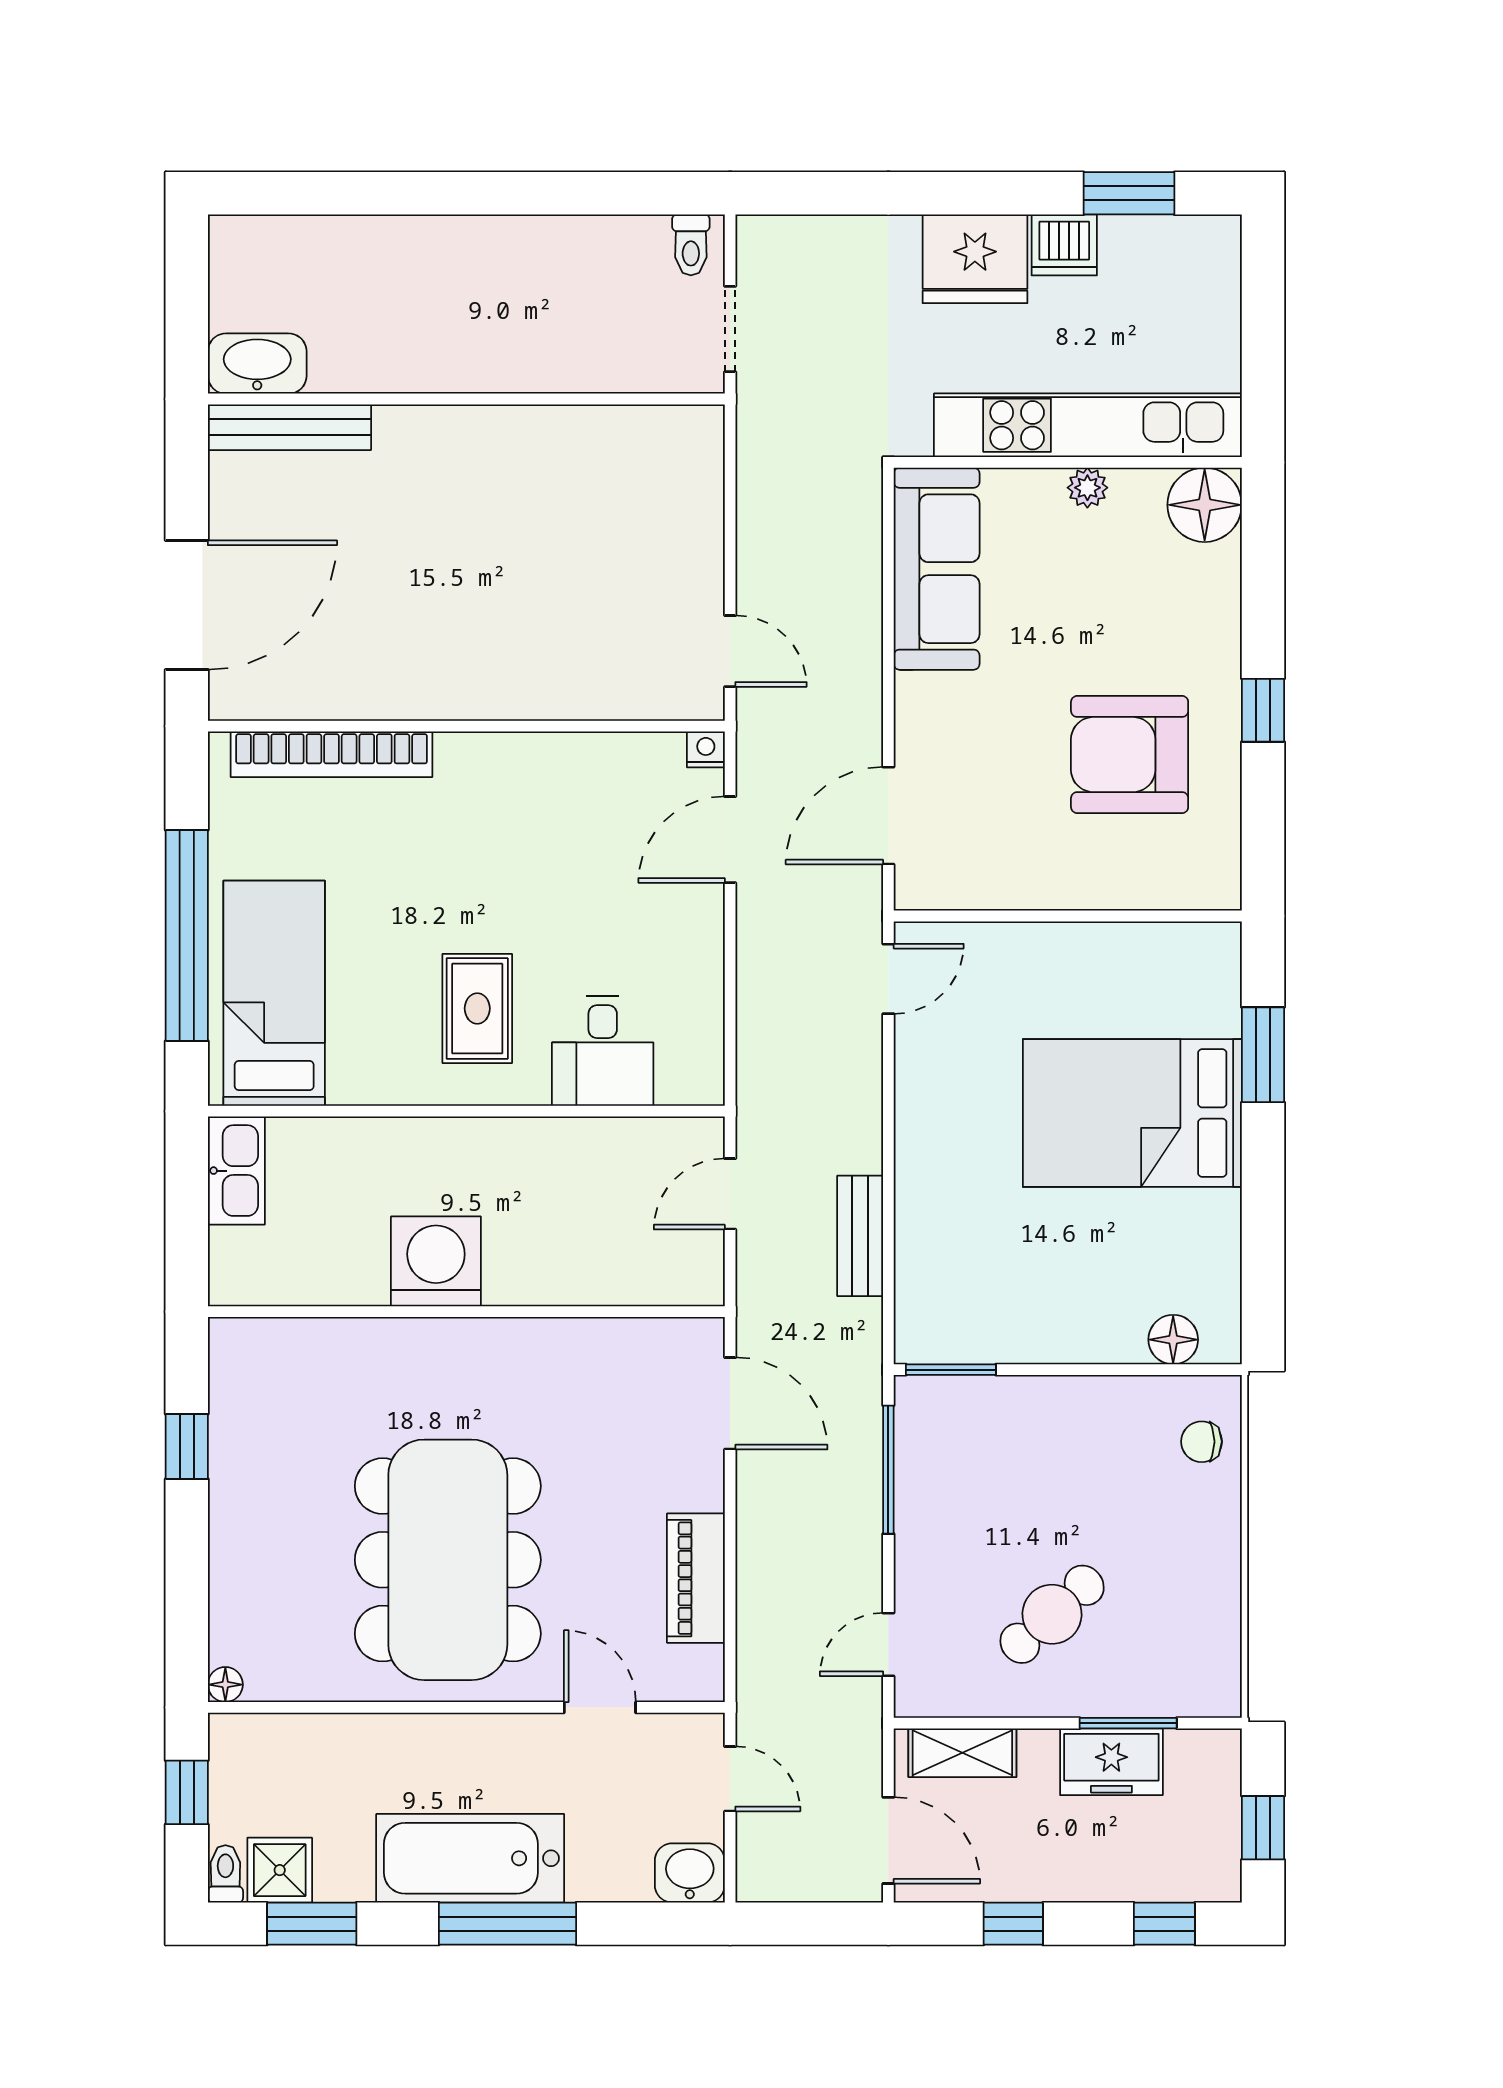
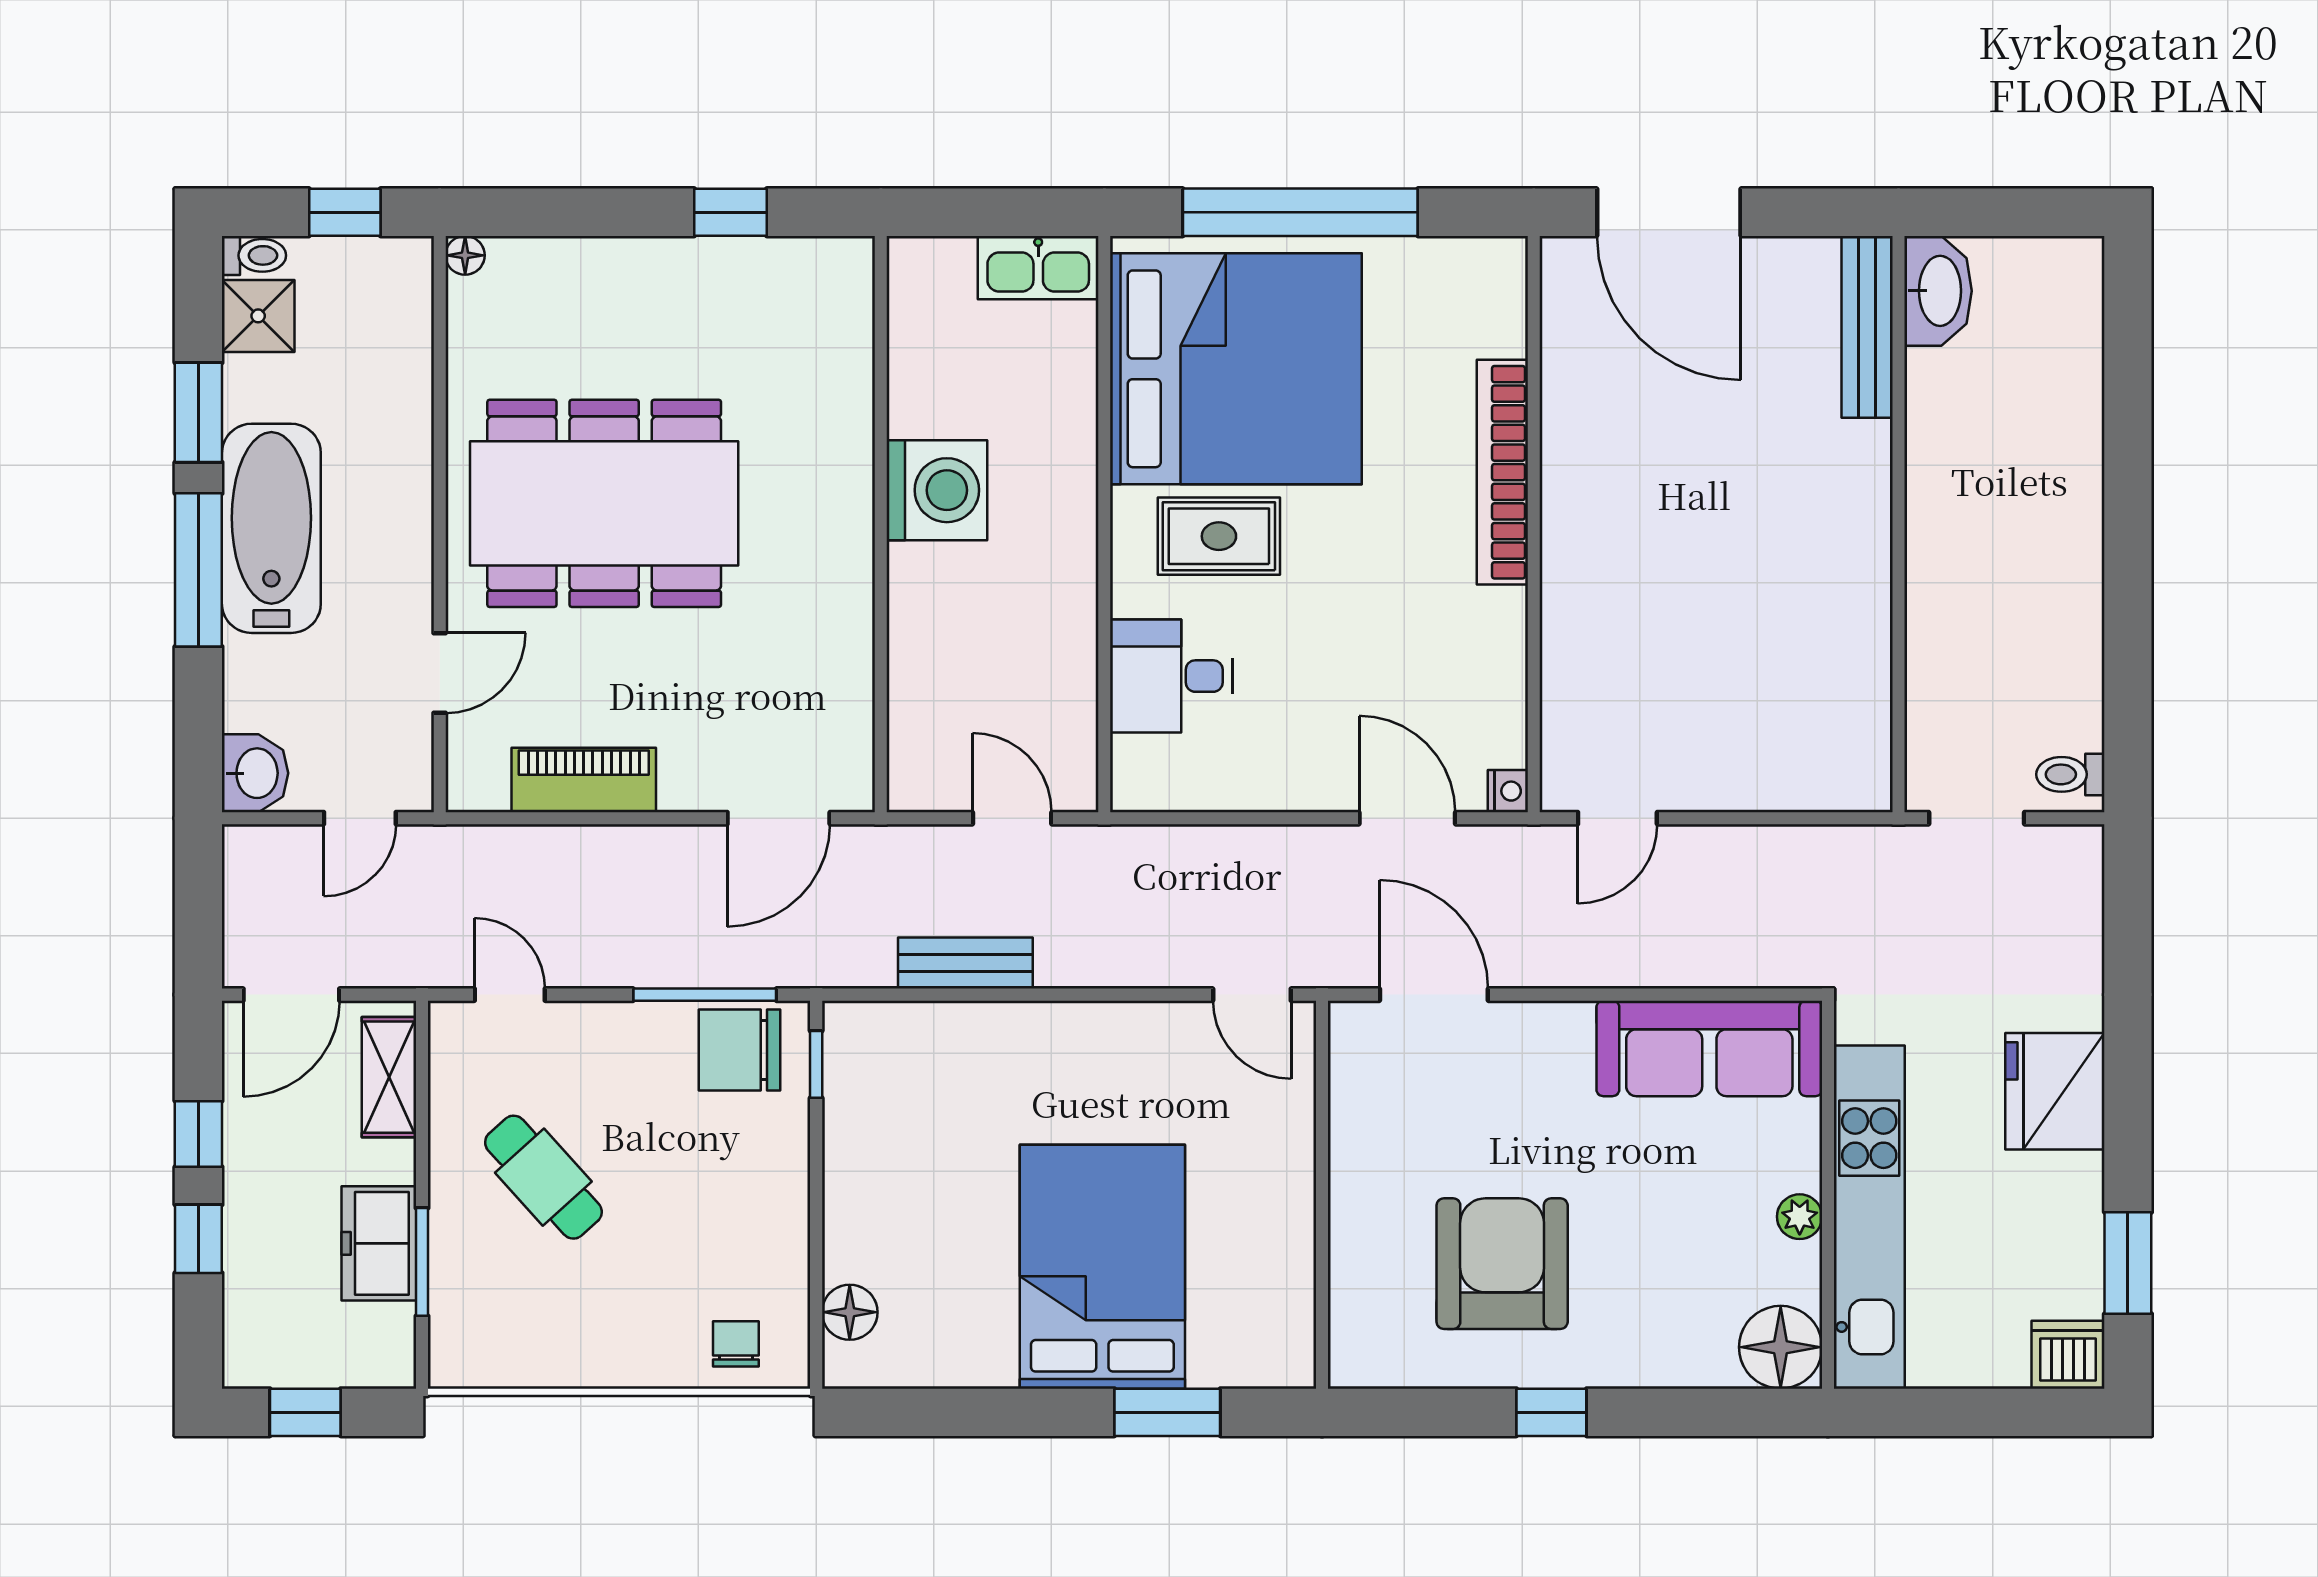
dishwasher: (1064, 245) -> (2068, 1355), moved, turned 90
bookcase: (332, 754) -> (1502, 472), moved
bed: (274, 993) -> (1236, 369), width x2.04
window: (951, 1370) -> (816, 1064), width x0.67
chair: (938, 1438) -> (740, 1050), added
window: (312, 1924) -> (198, 412), moved
window: (1164, 1924) -> (198, 1239), moved

